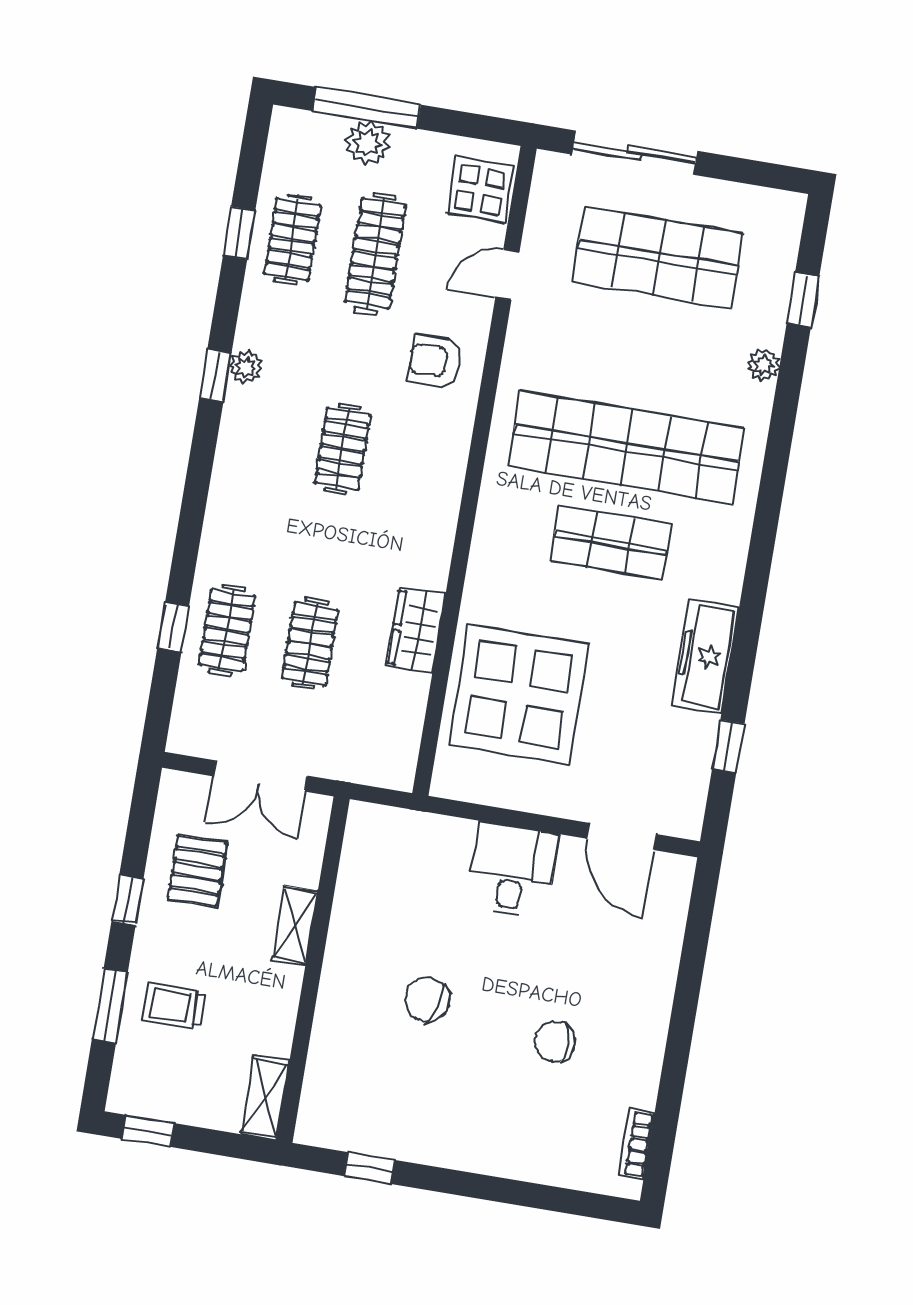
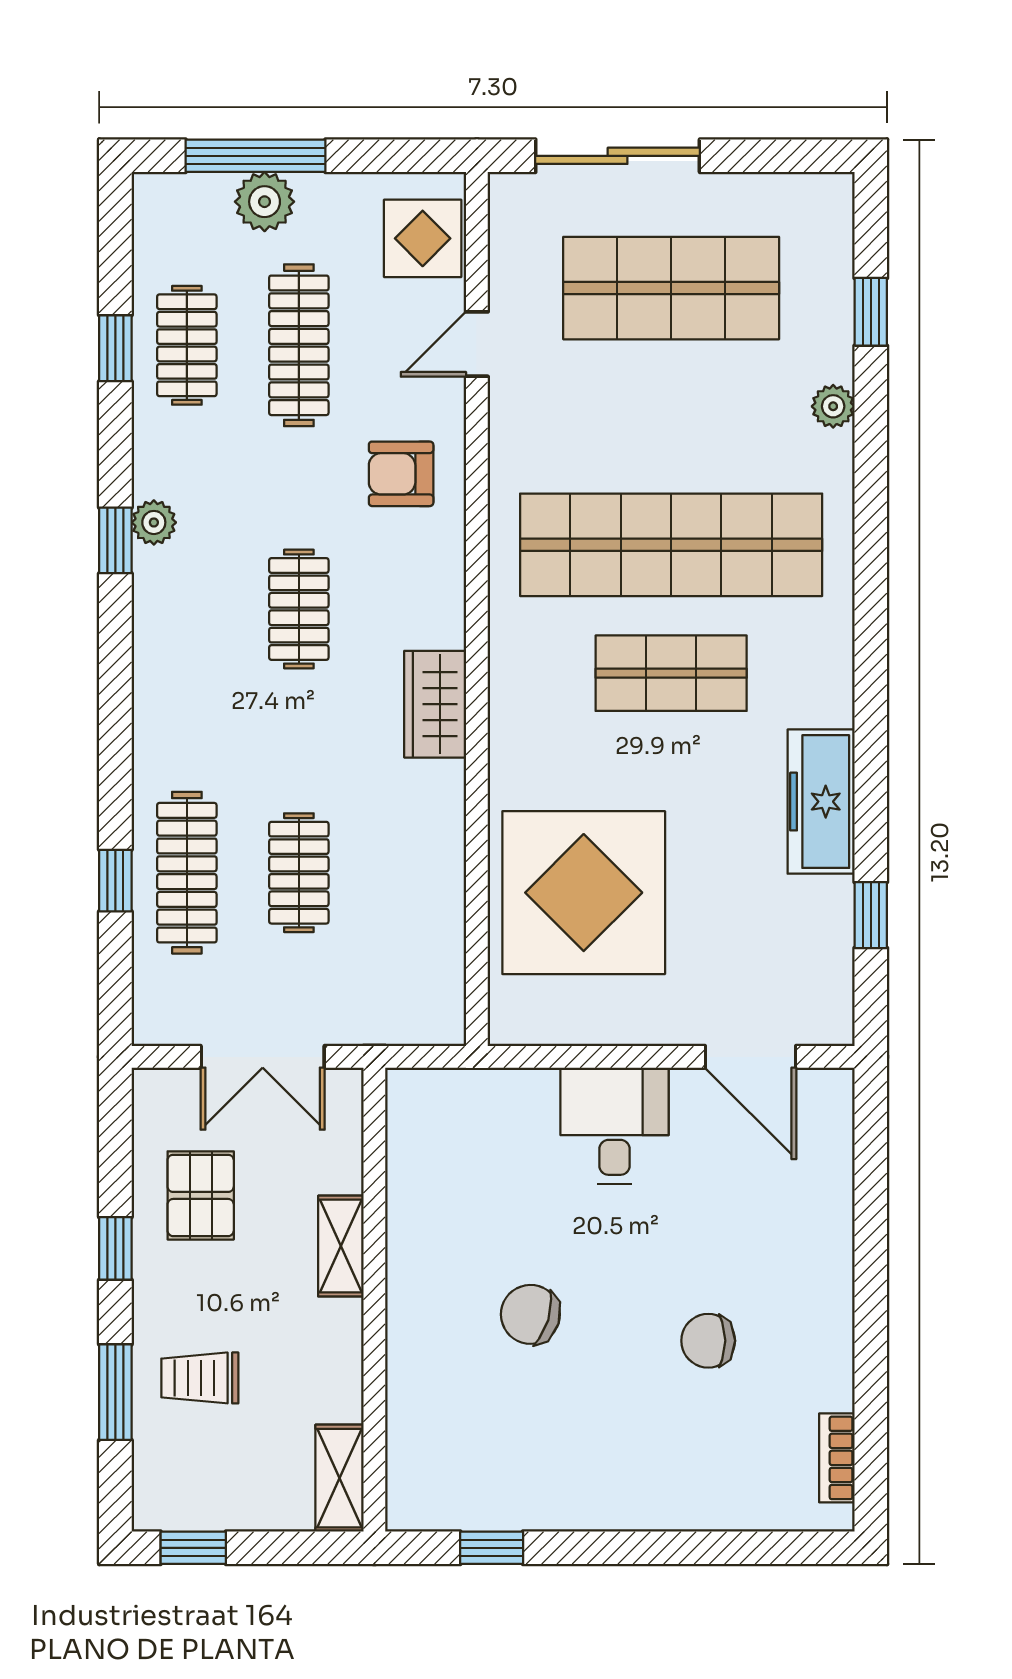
clothes rail: (227, 630) -> (187, 873), width x1.36
wardrobe: (416, 631) -> (435, 704), moved

